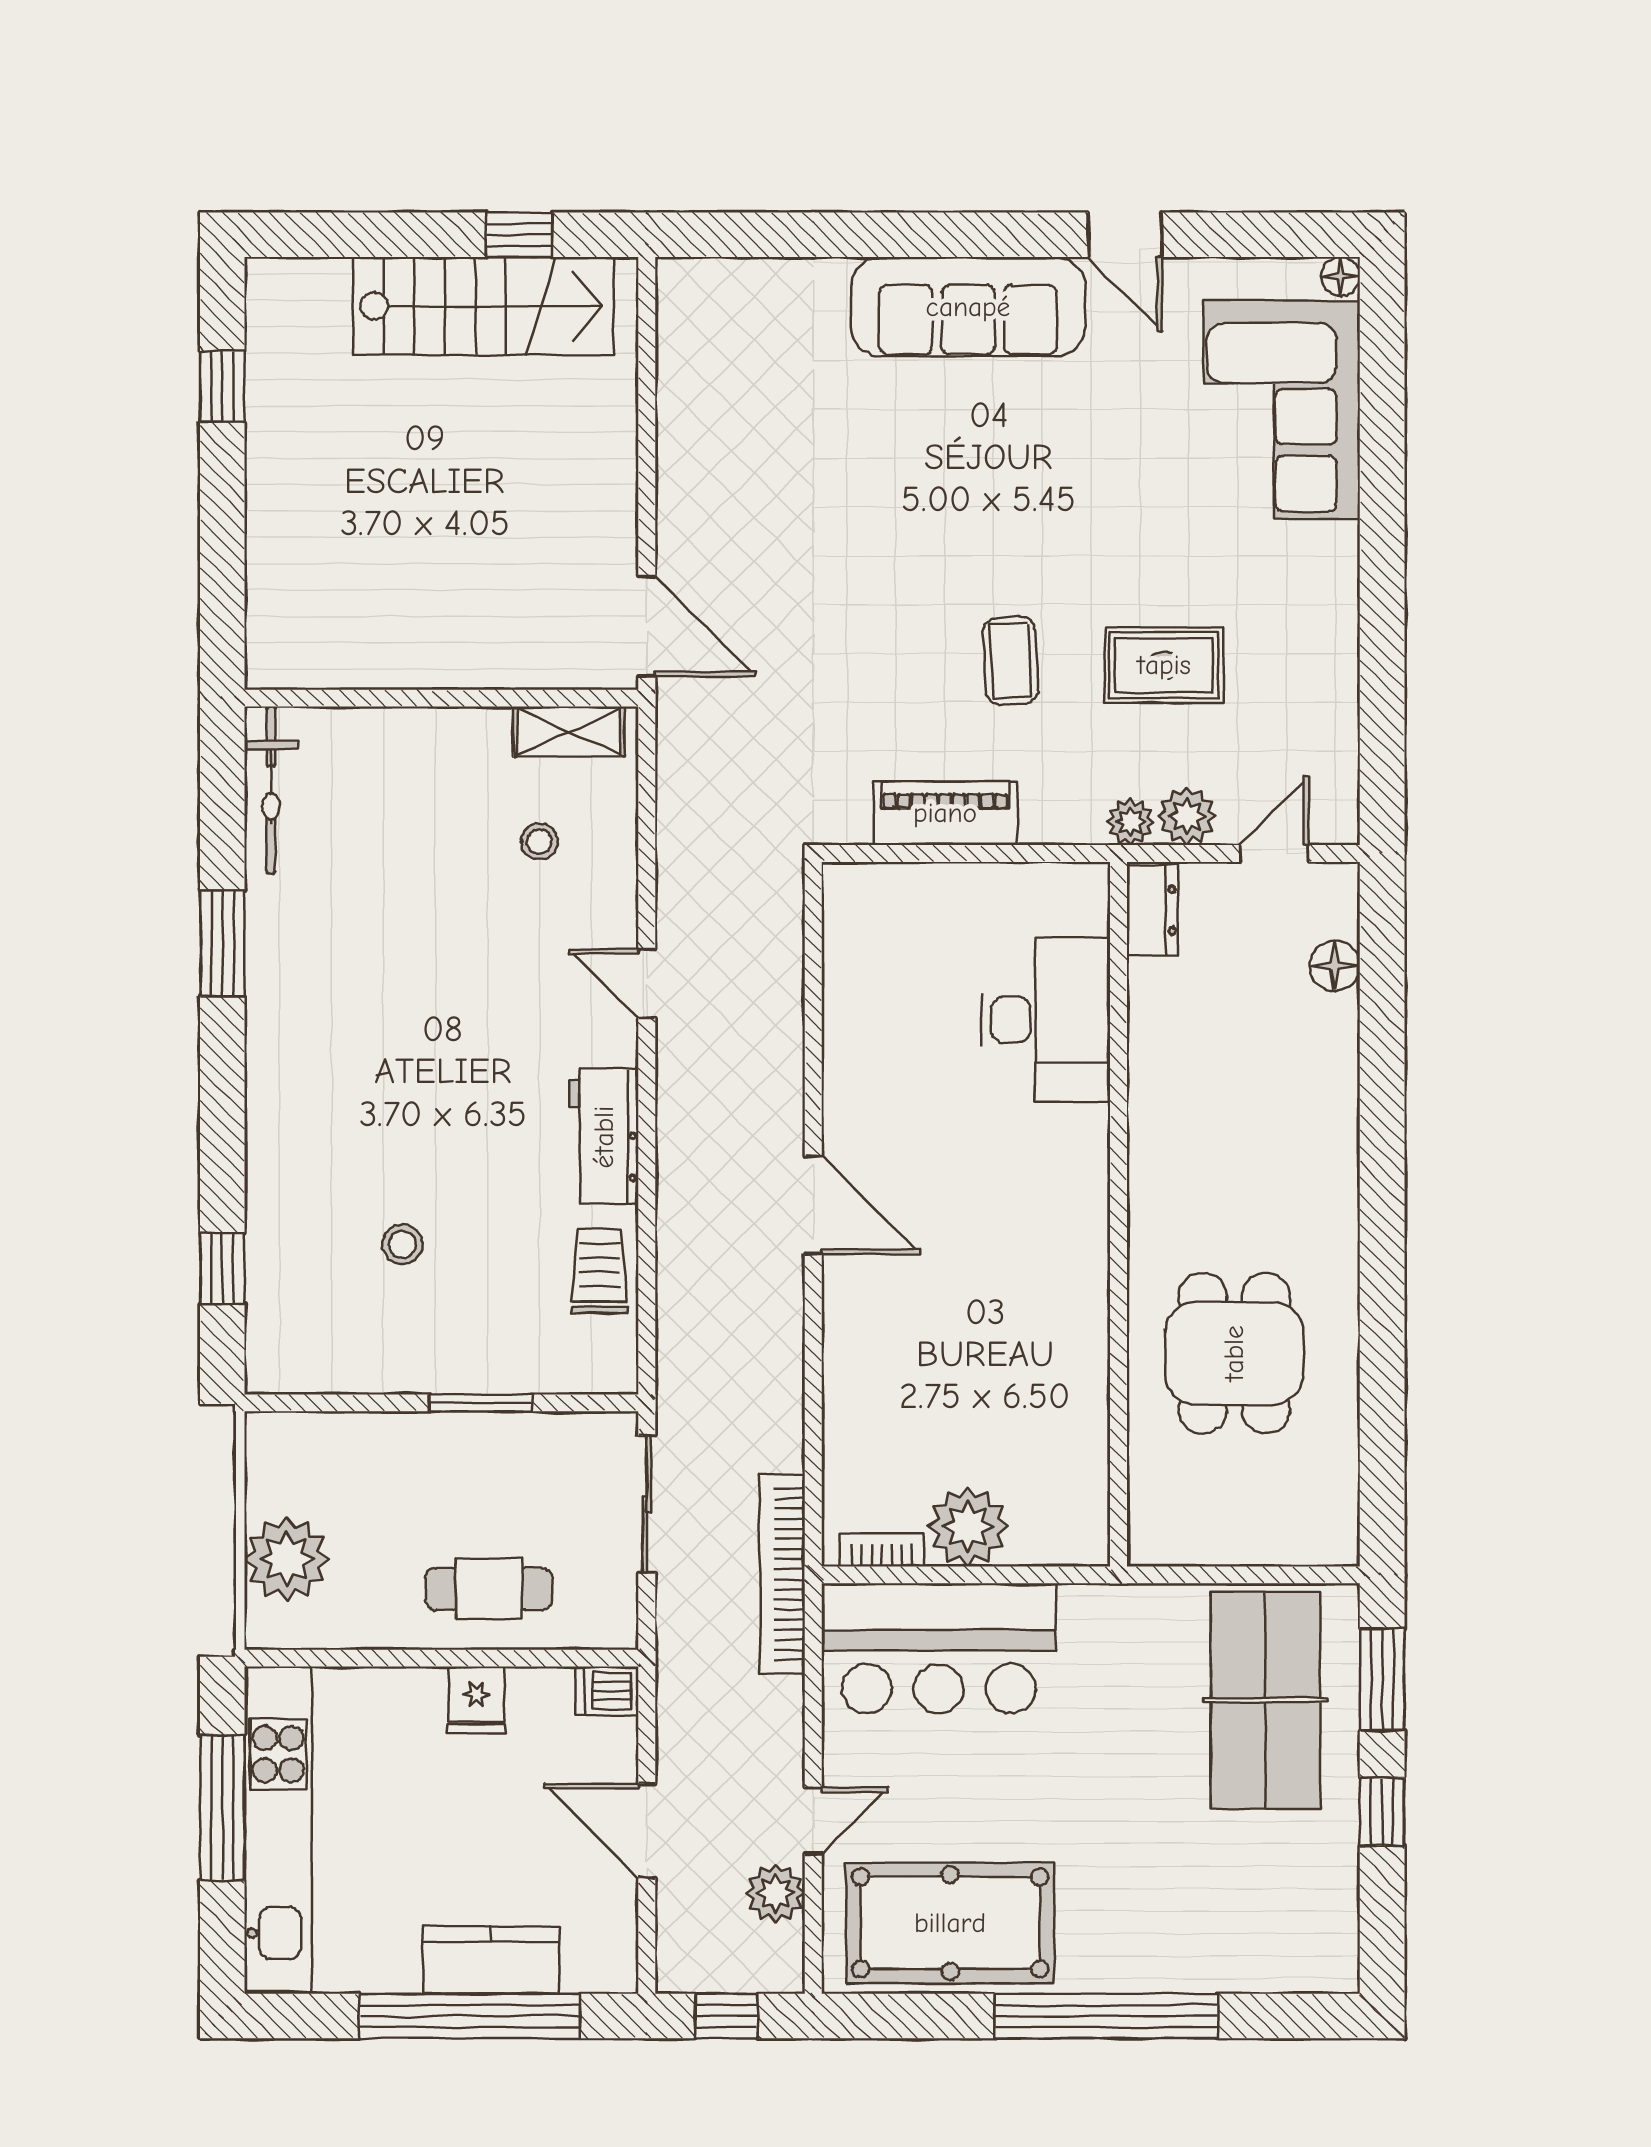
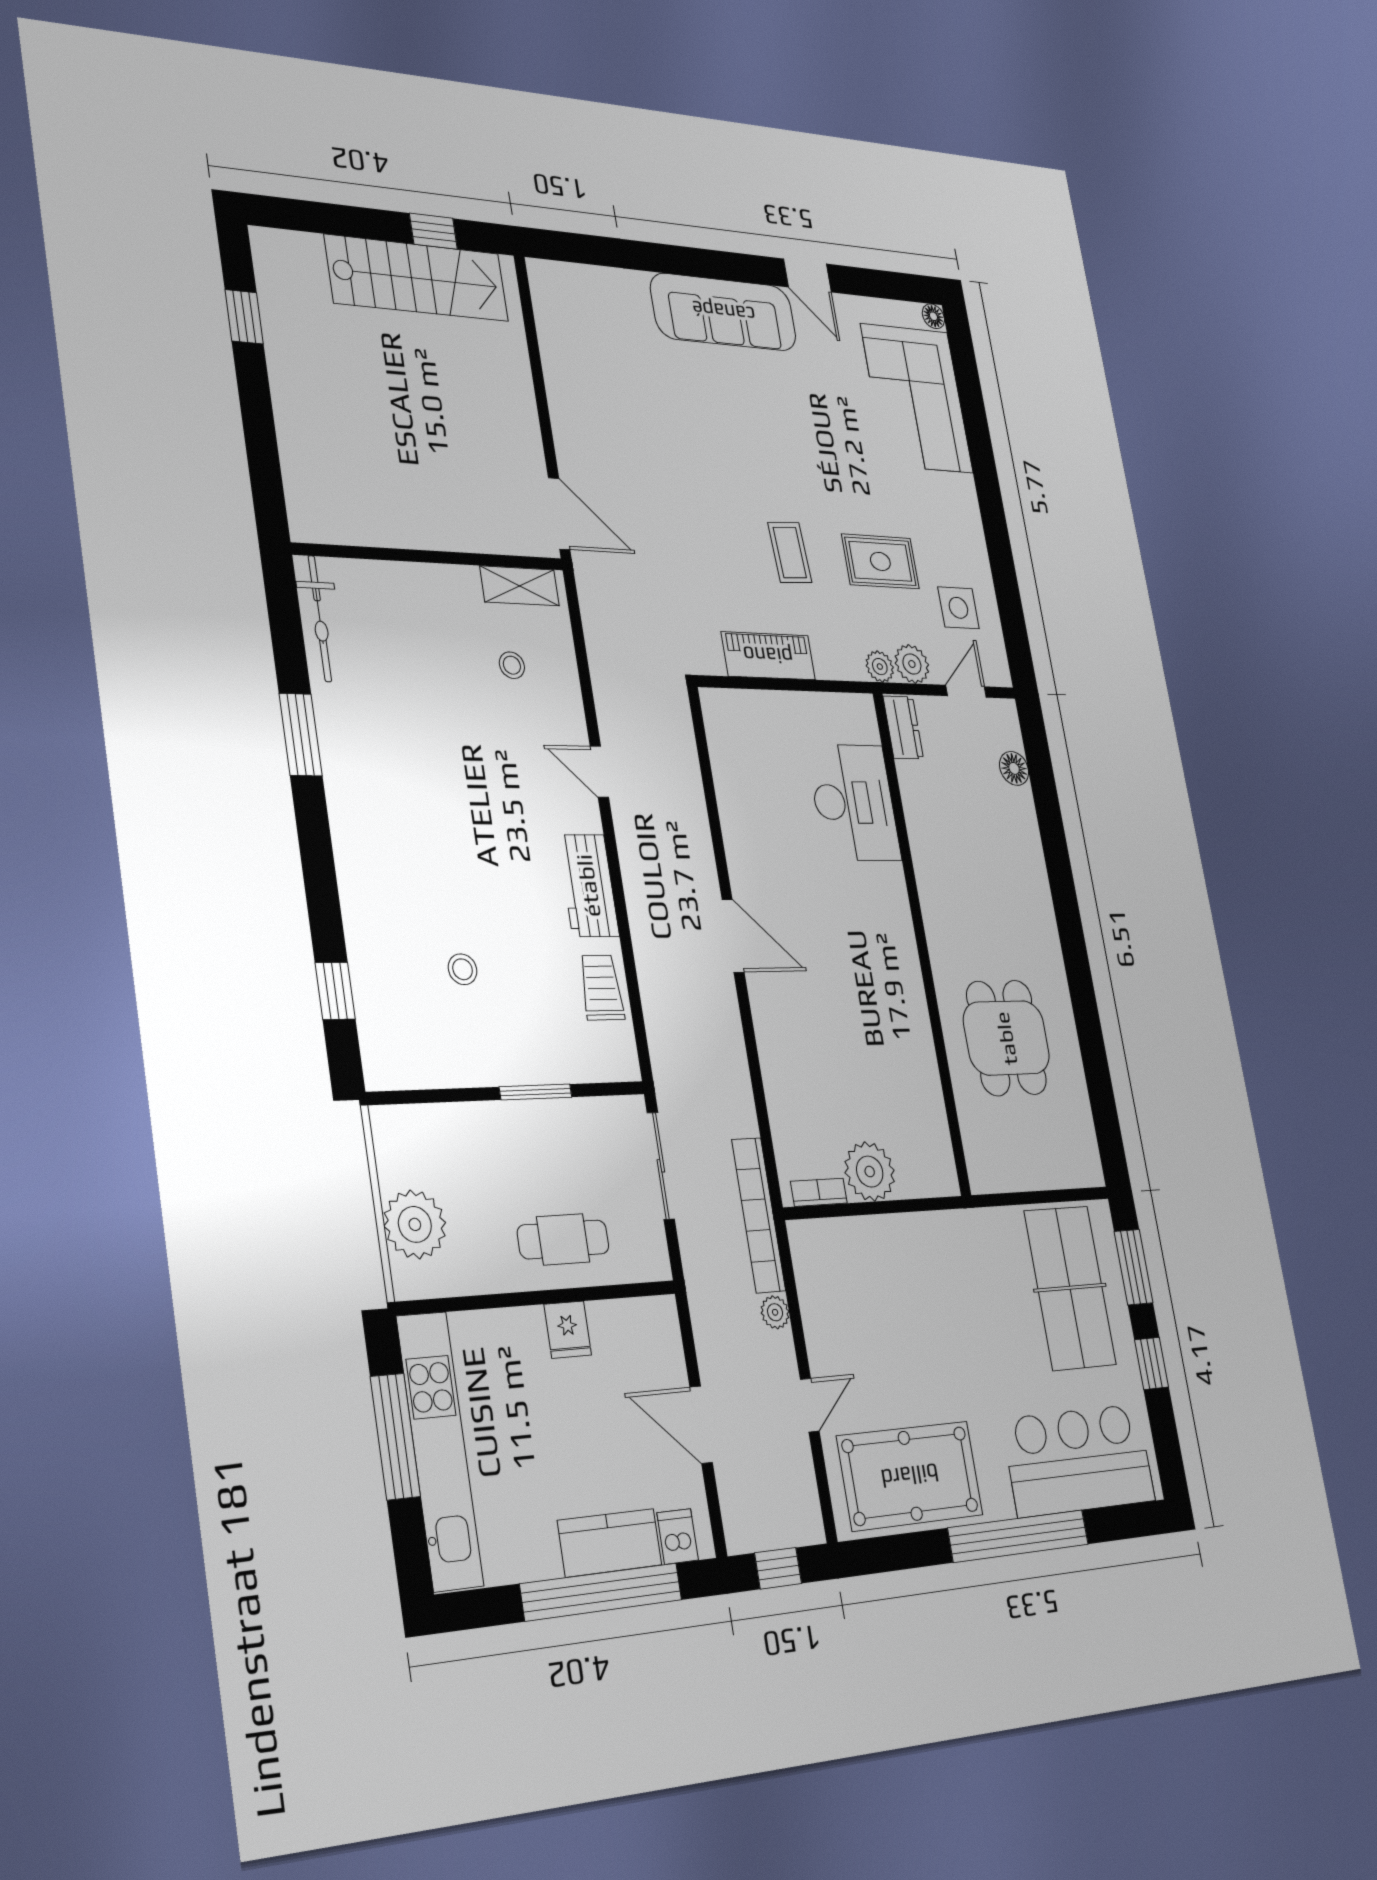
side table: (1288, 728) -> (958, 608), added
bar counter: (939, 1648) -> (1079, 1460), moved, turned 180
dishwasher: (607, 1691) -> (678, 1536), moved, turned 90
plant: (775, 1893) -> (775, 1312), moved, width x0.73, depth x0.73

